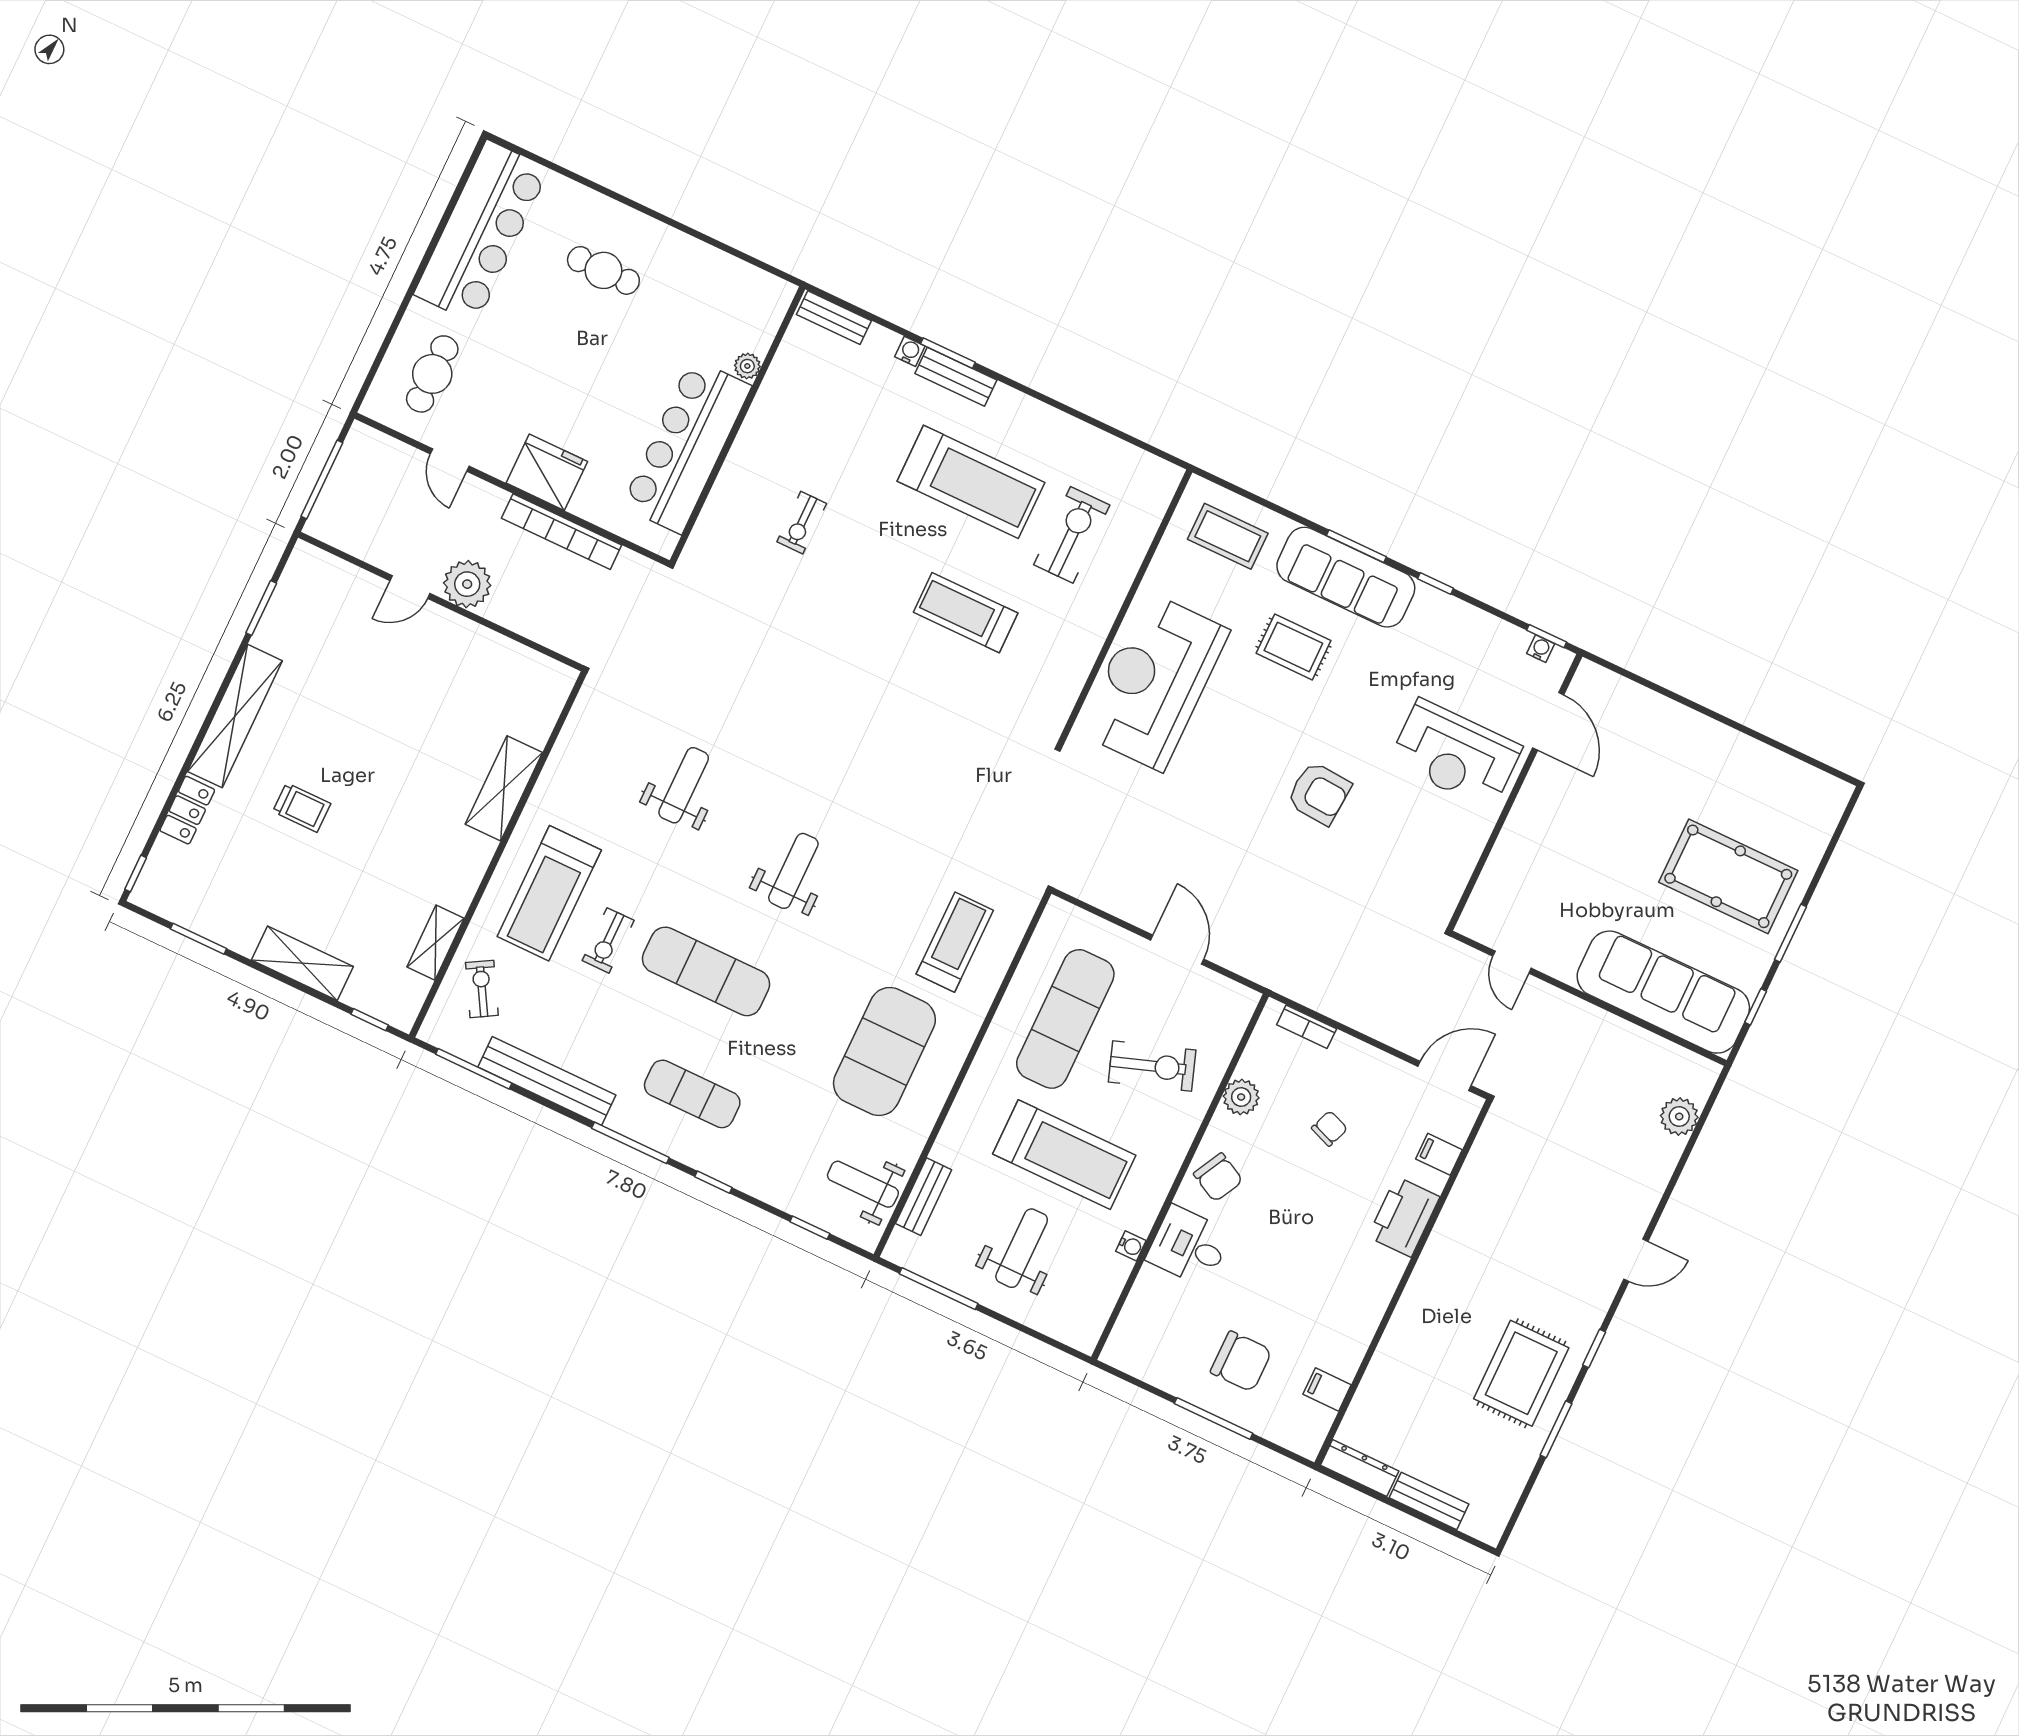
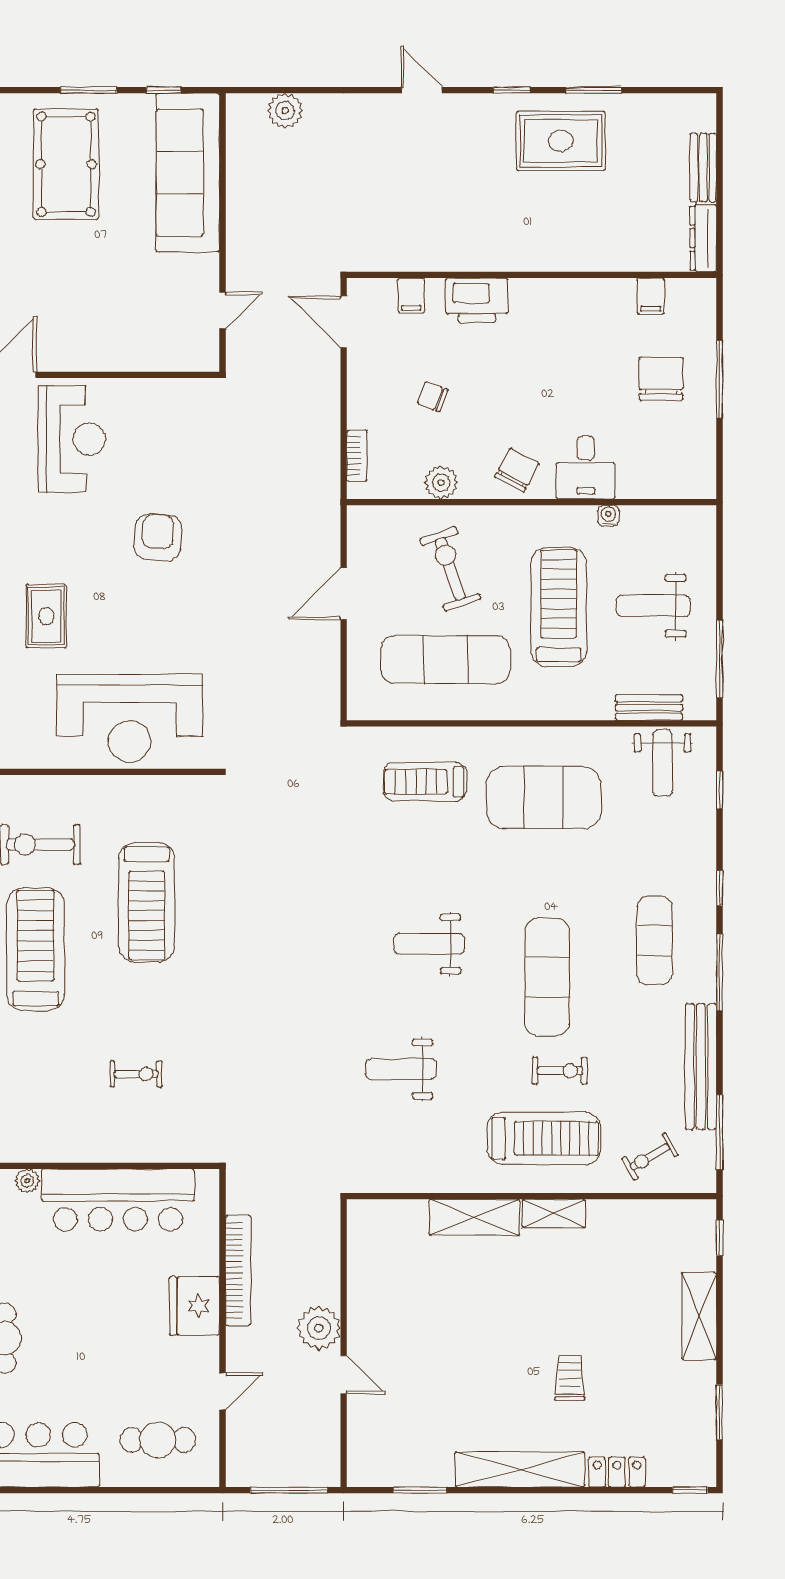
treadmill: (966, 613) -> (147, 902), width x1.37, depth x1.38
shelving: (436, 943) -> (554, 1213), moved

